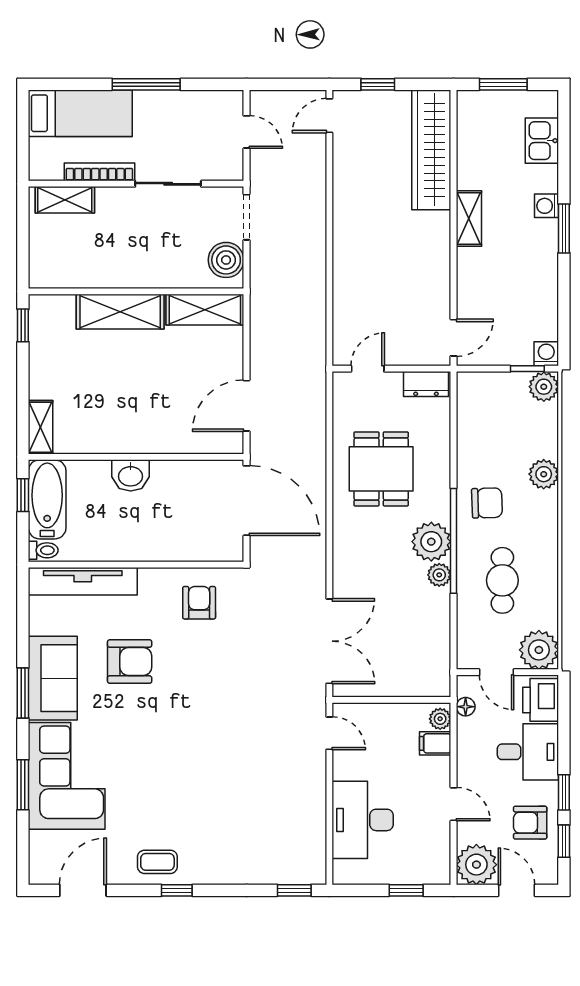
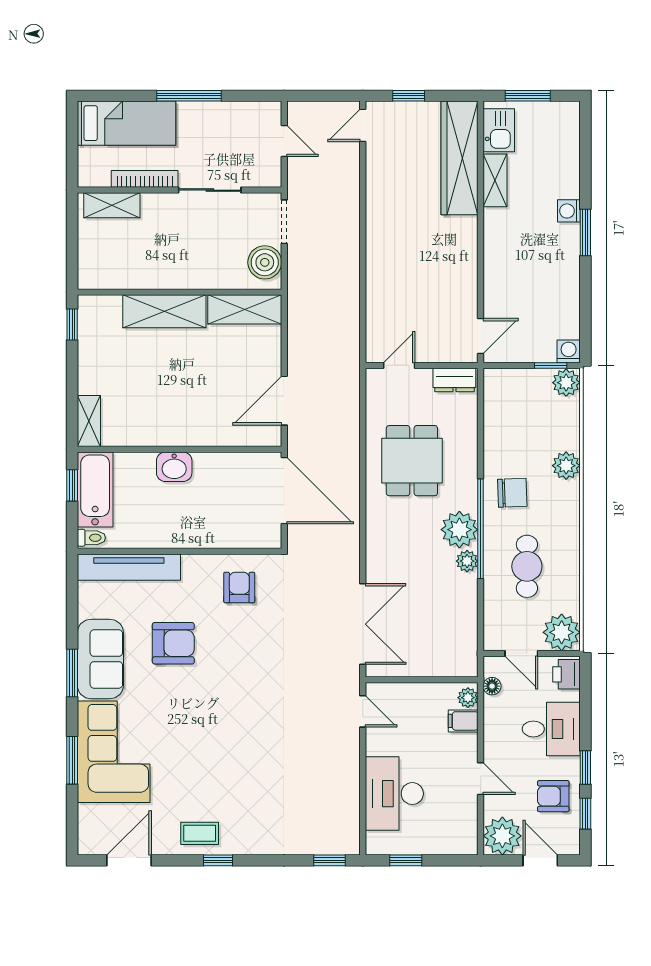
kitchen sink: (542, 141) -> (499, 130), moved, turned 180
shelving: (469, 218) -> (495, 180), moved
printer: (541, 700) -> (566, 674), width x0.73, depth x0.81
window: (406, 890) -> (406, 860), moved

